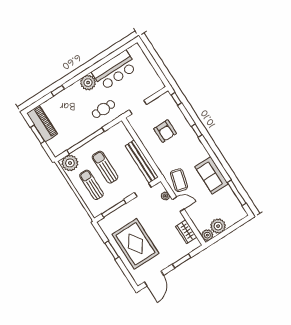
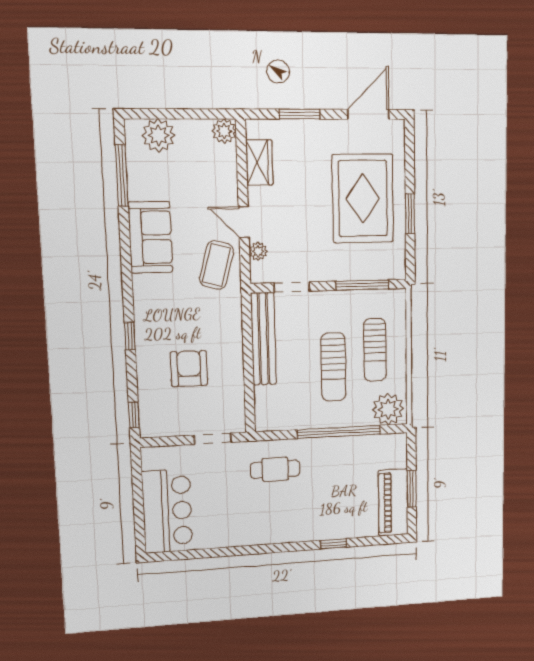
bar counter: (115, 70) -> (167, 511), moved, turned 90
plant: (88, 83) -> (274, 529), removed
plant: (218, 226) -> (158, 135), moved

